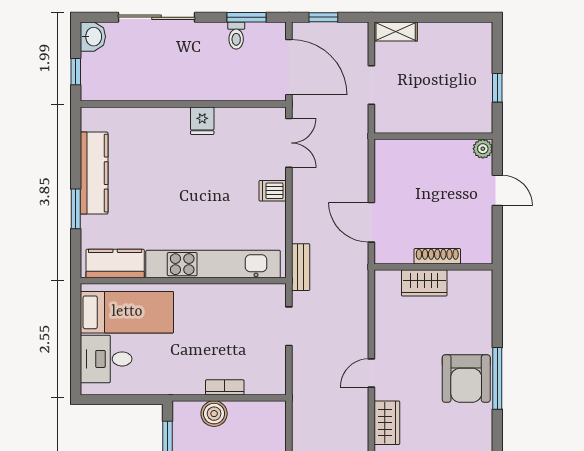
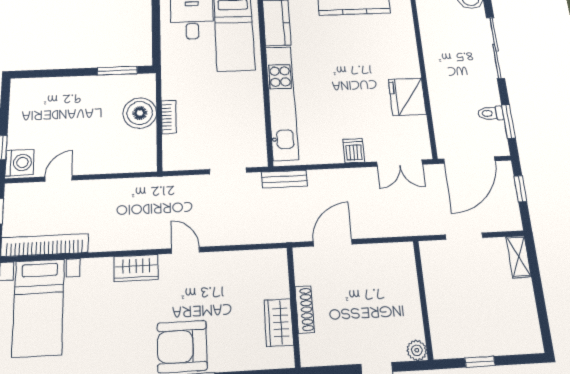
fridge: (202, 121) -> (407, 97), width x1.88, depth x1.34
wardrobe: (424, 283) -> (279, 323), moved
boiler: (214, 414) -> (140, 113), width x1.37, depth x1.37

